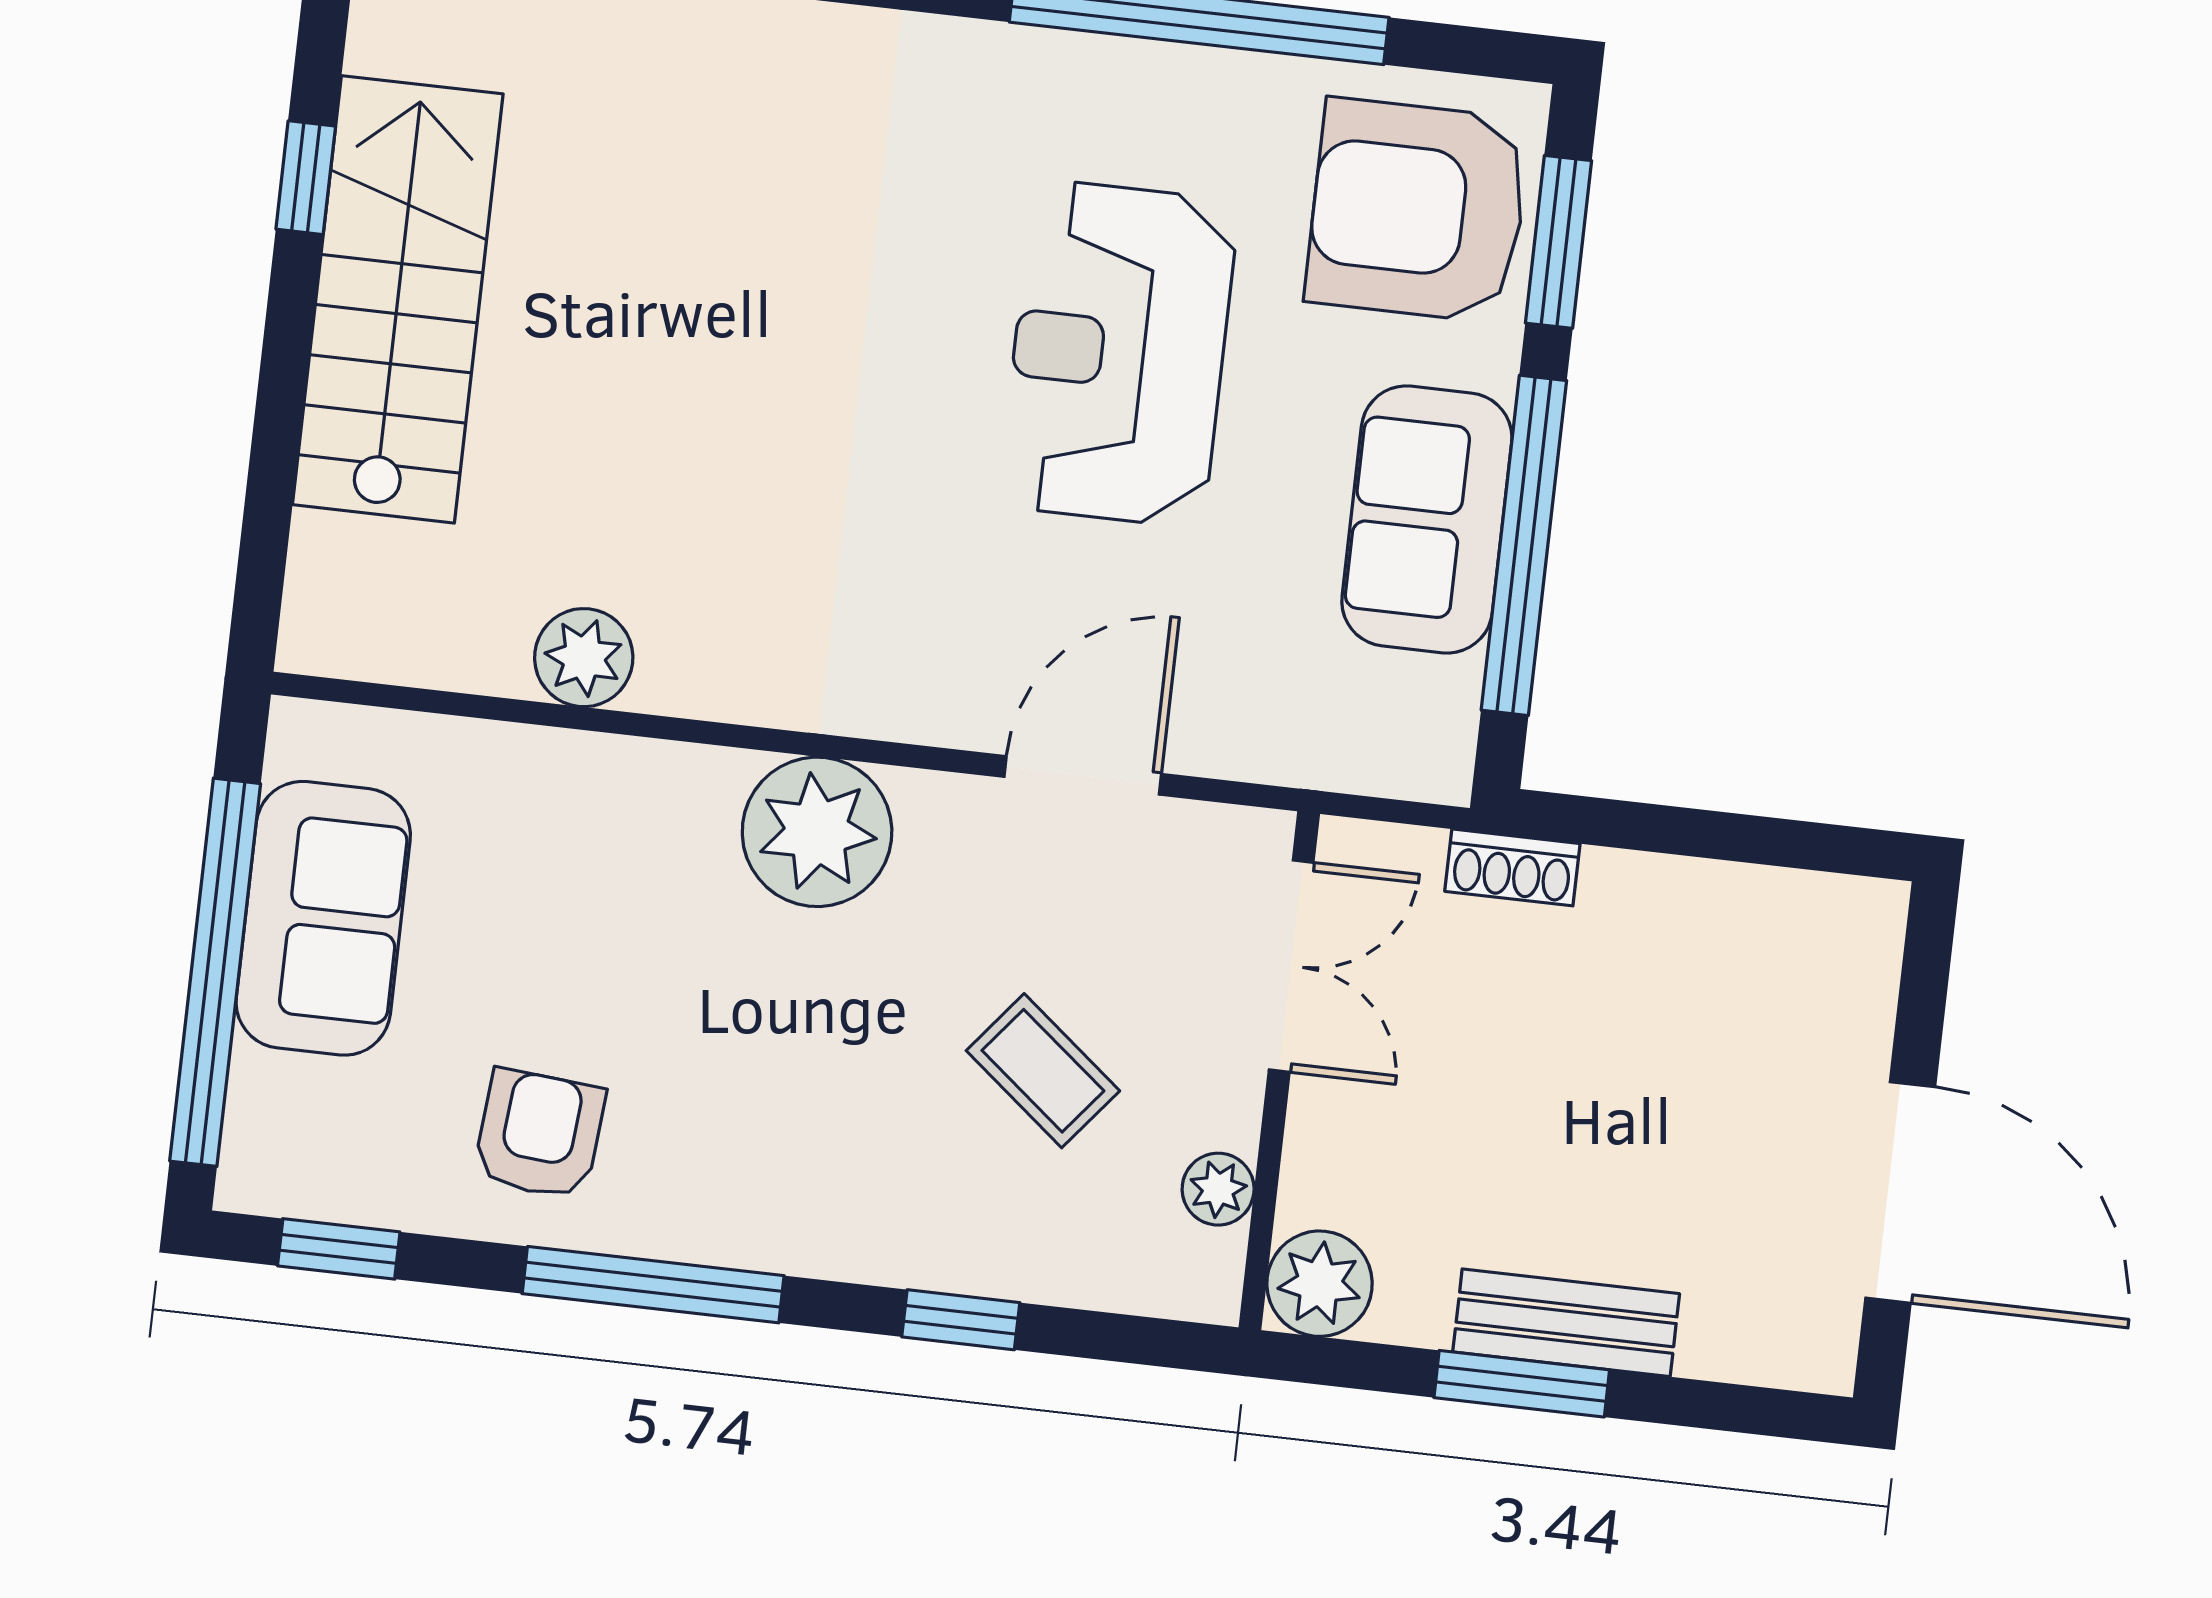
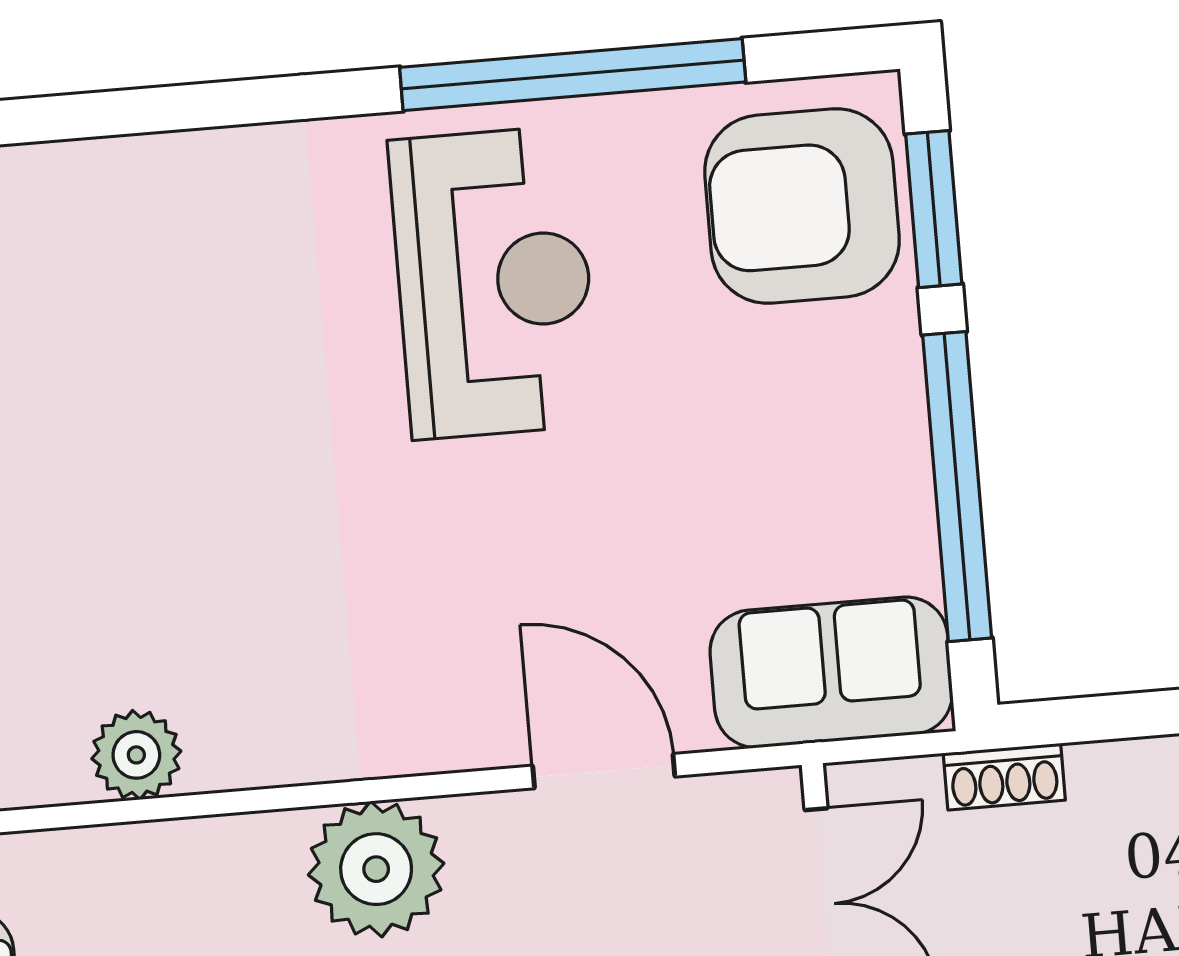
reception desk: (1118, 353) -> (494, 283), moved, turned 180
sofa: (1427, 519) -> (831, 672), moved, turned 90
door: (1083, 775) -> (604, 771), hinge flipped

